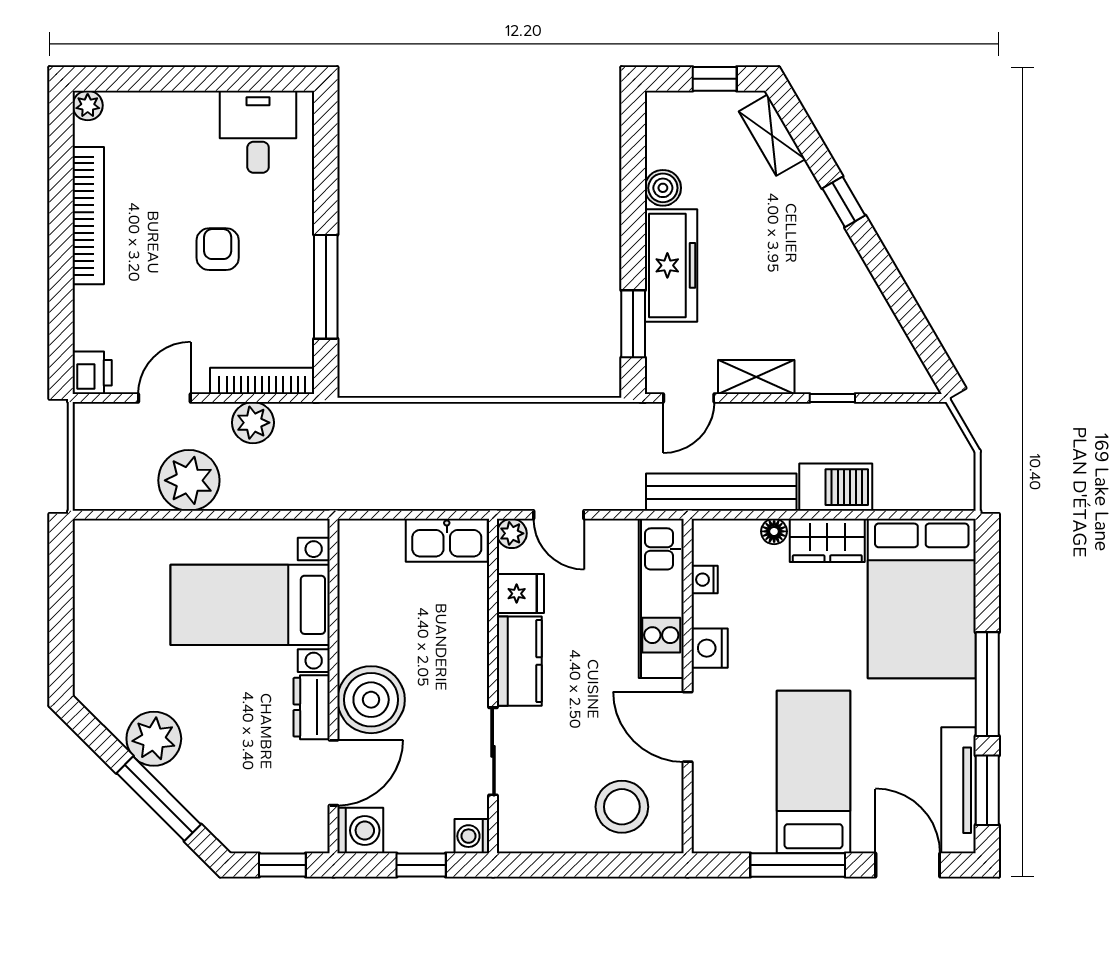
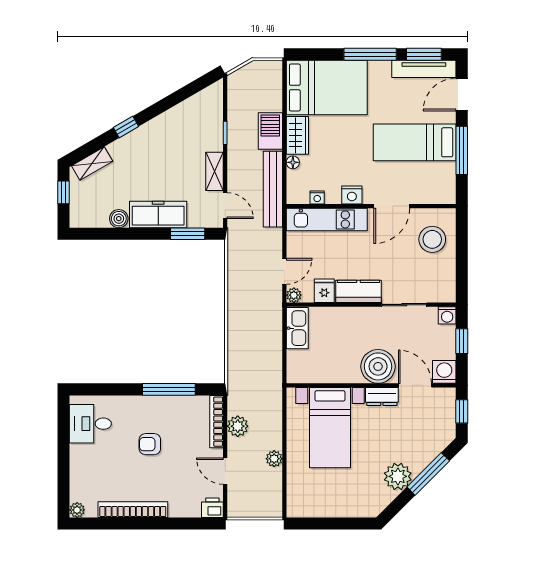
plant: (189, 480) -> (274, 459), width x0.53, depth x0.53

